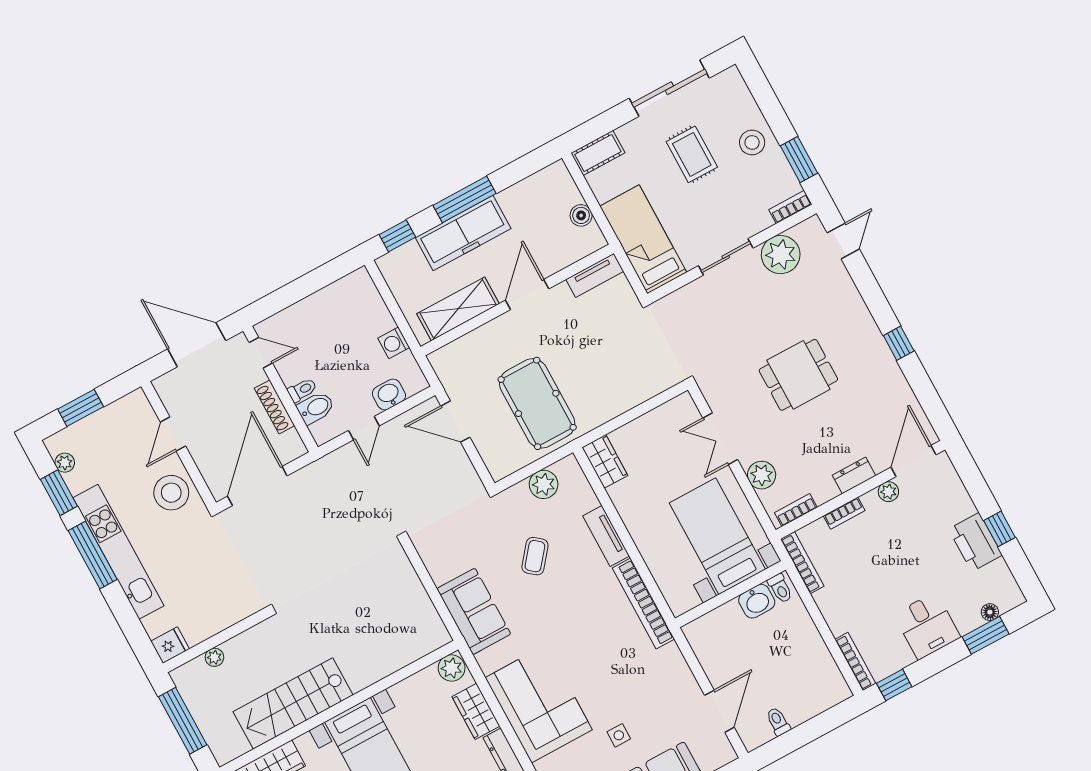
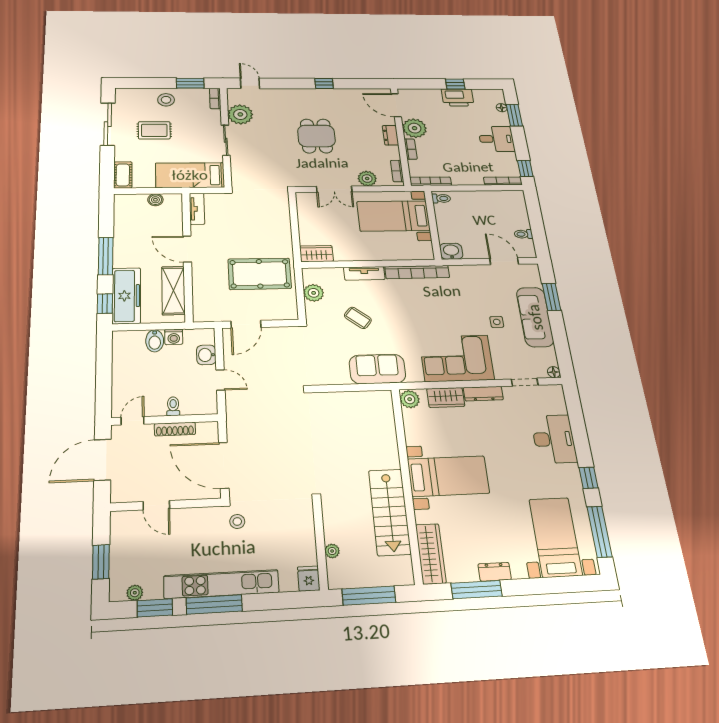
freezer: (463, 233) -> (126, 296), moved
bidet: (316, 408) -> (155, 341), moved, turned 180
plant: (888, 492) -> (415, 128), width x1.88, depth x1.88
stool: (171, 493) -> (237, 521), moved, width x0.53, depth x0.53
washbasin: (757, 601) -> (451, 251), moved, turned -90

